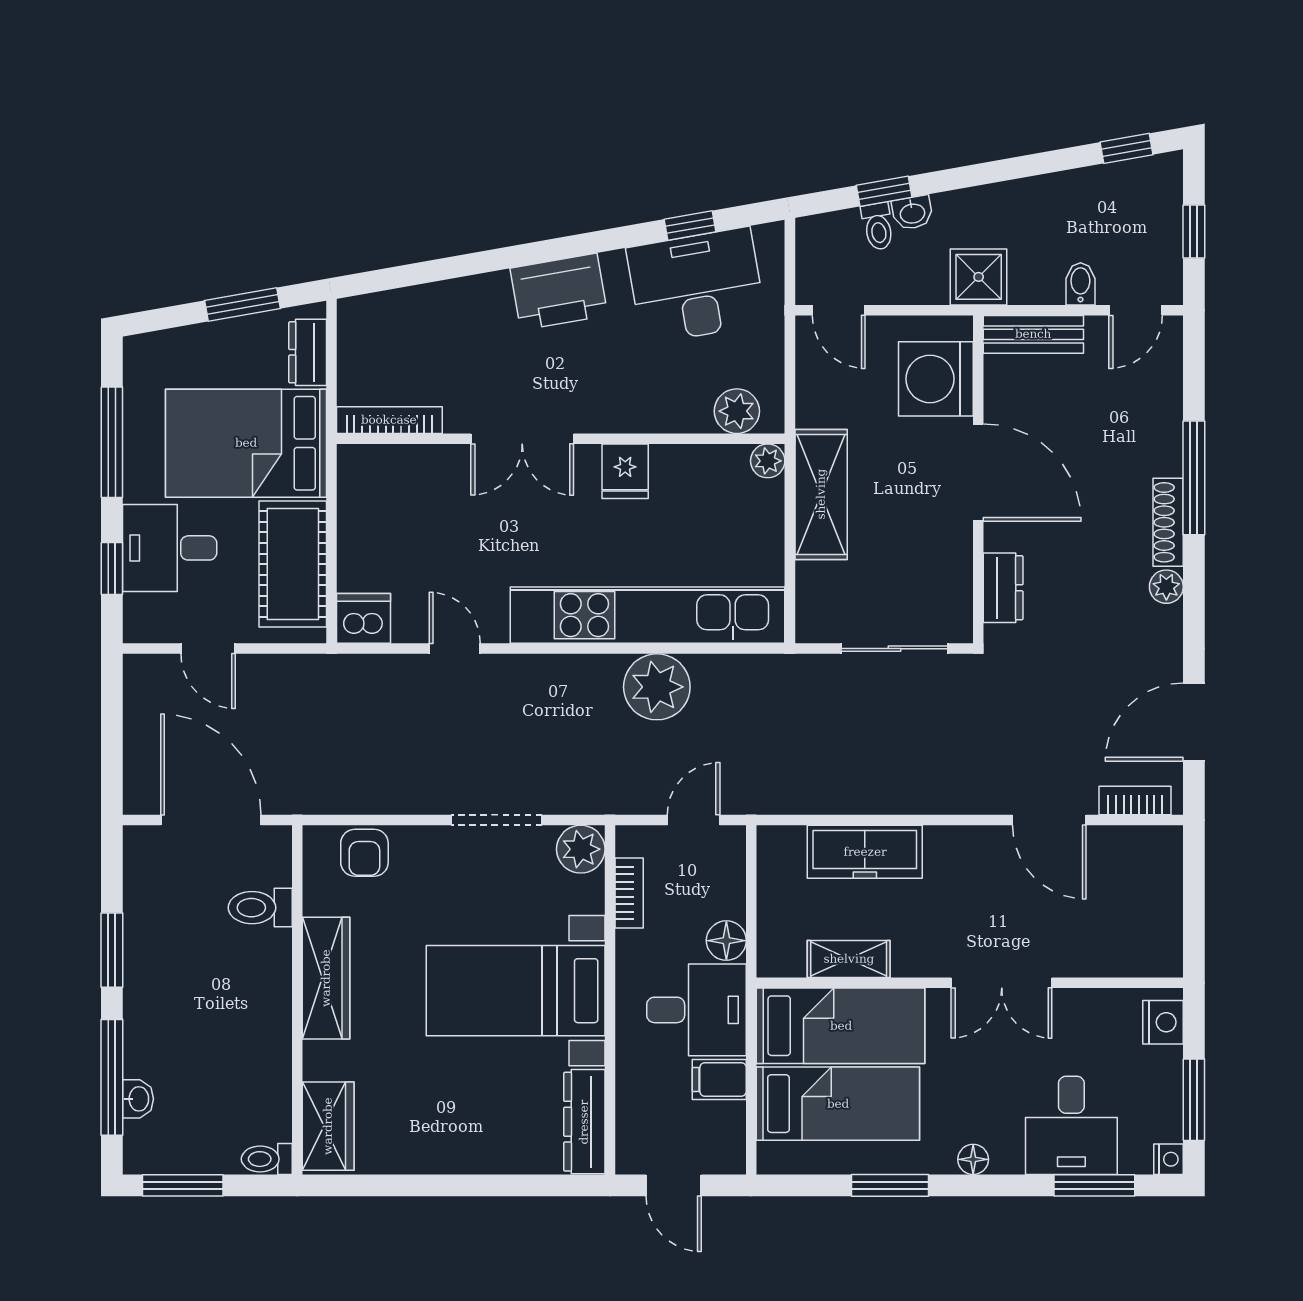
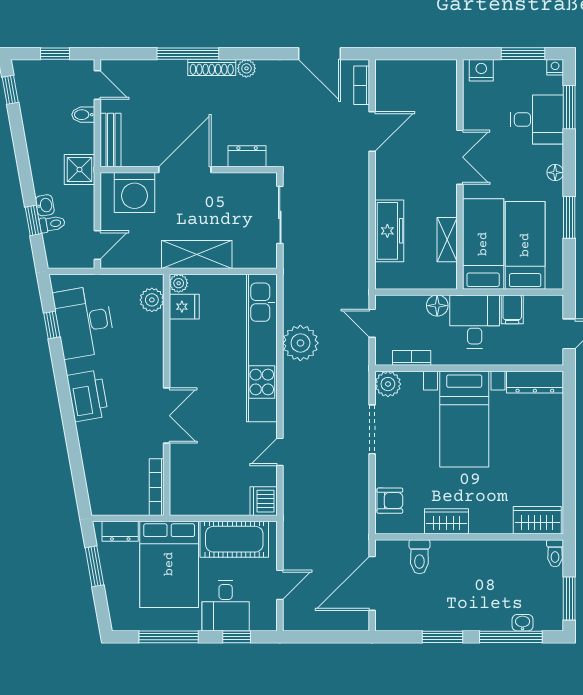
fridge: (625, 471) -> (184, 307), moved
wardrobe: (326, 978) -> (446, 521), width x0.67

